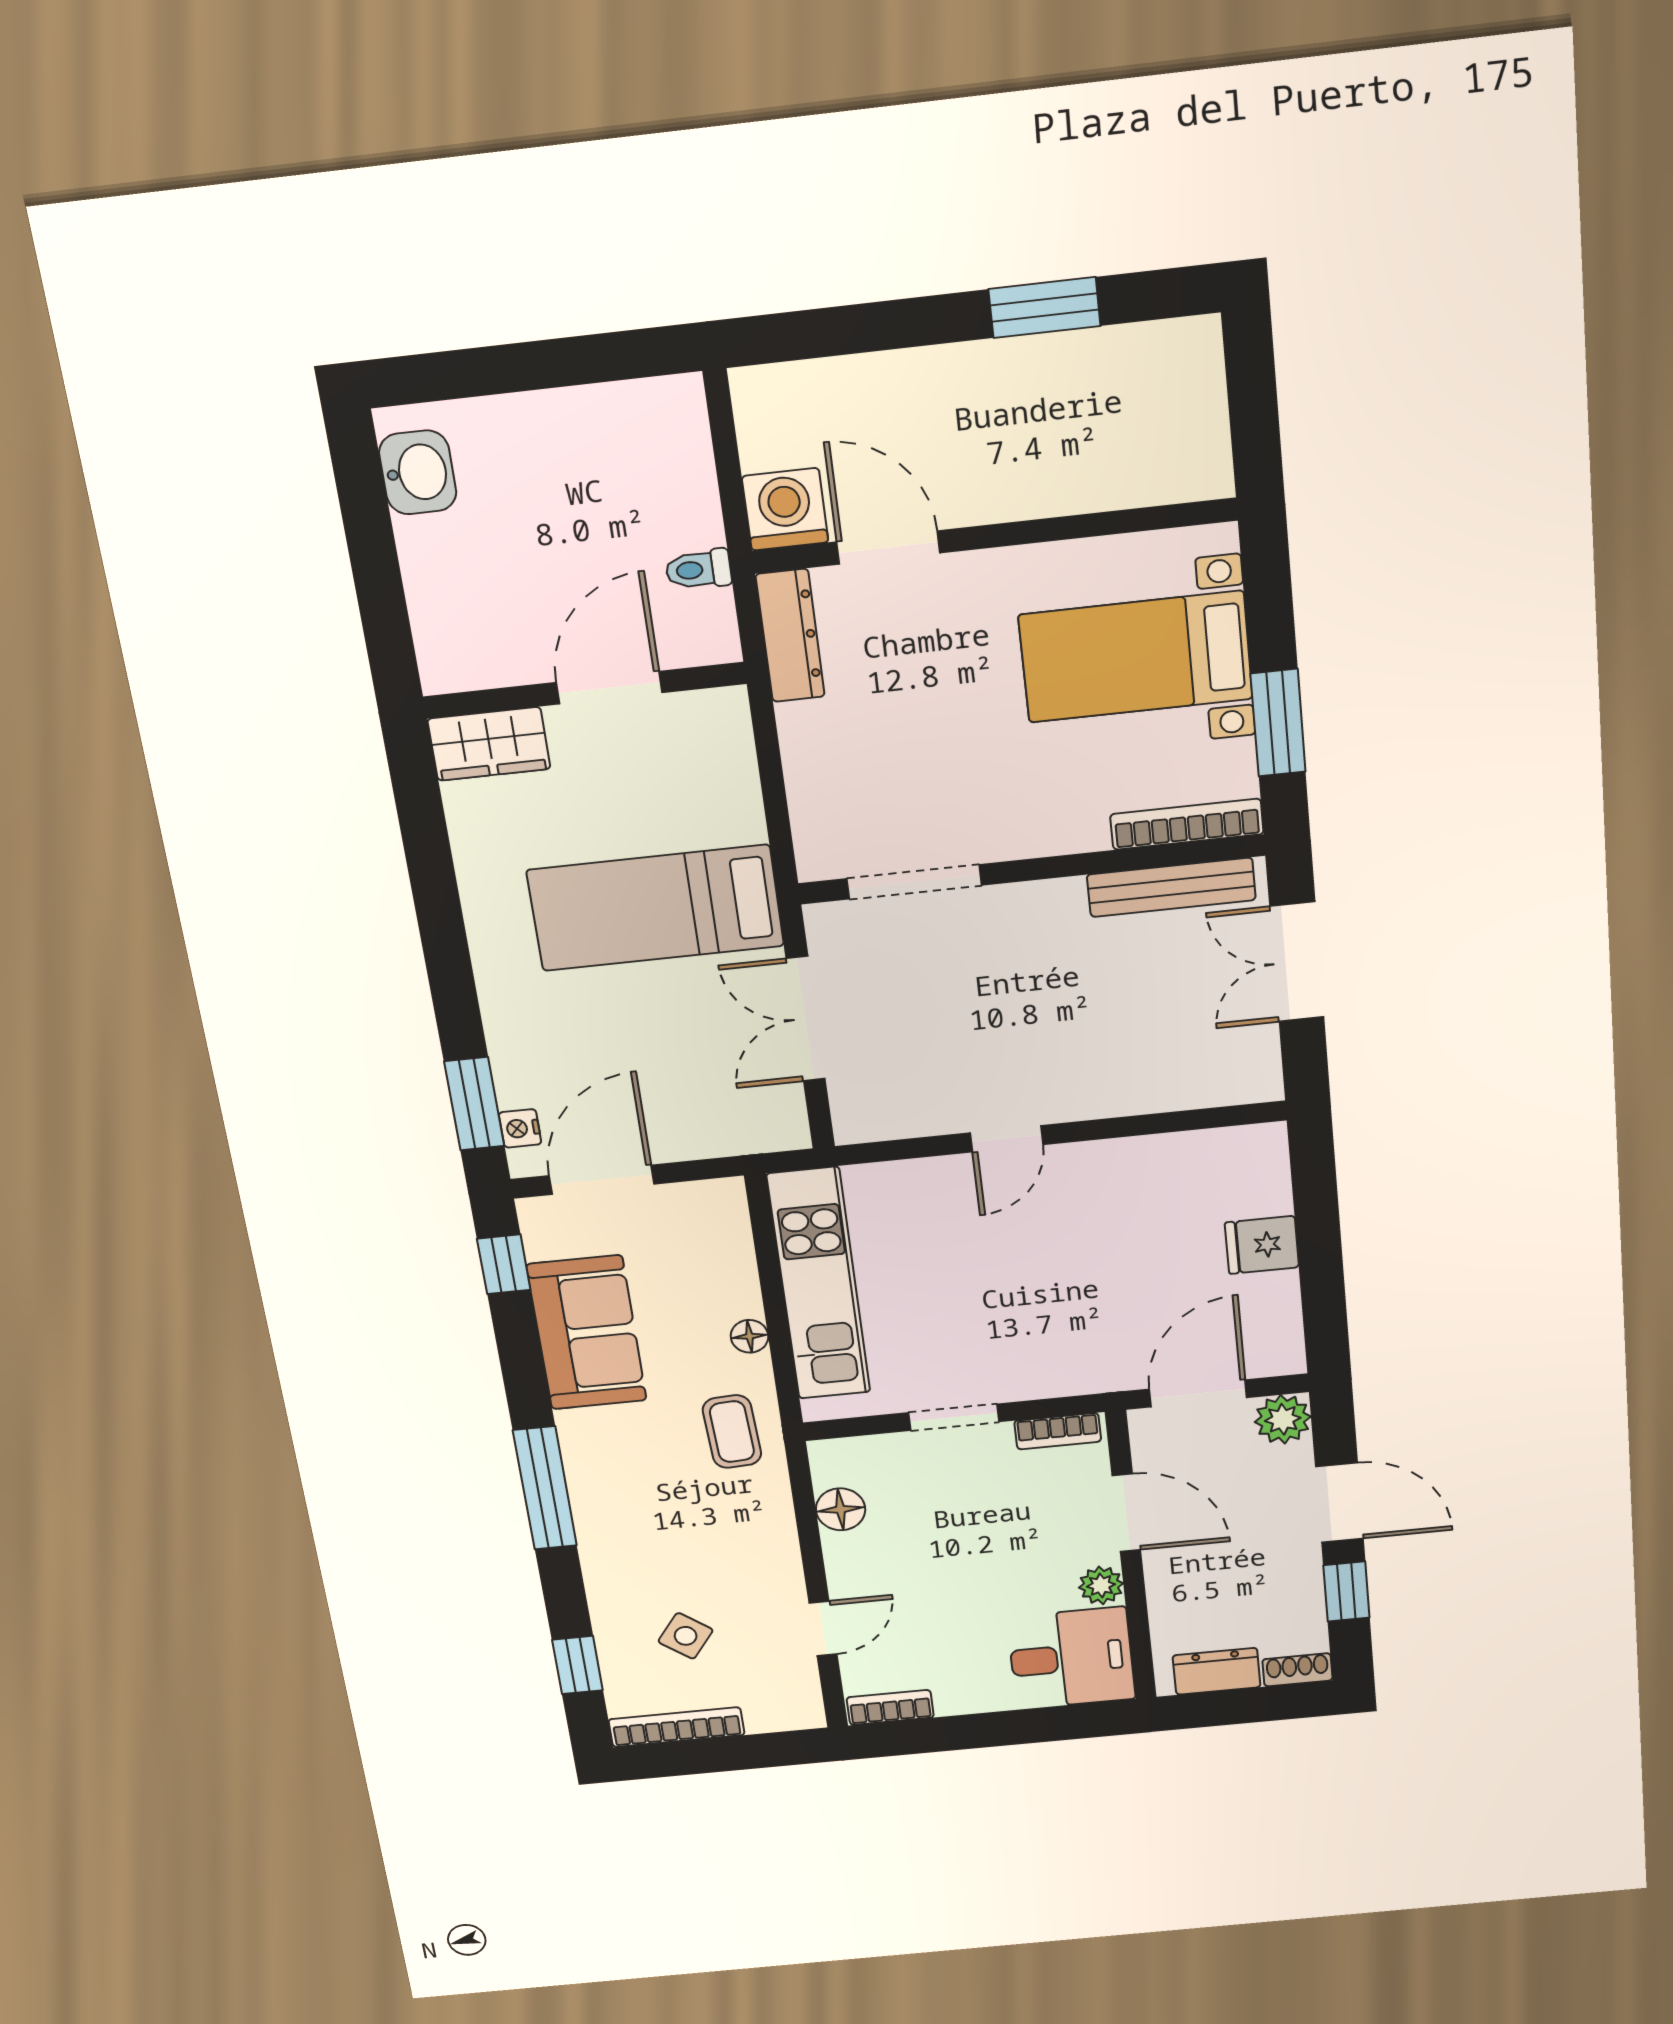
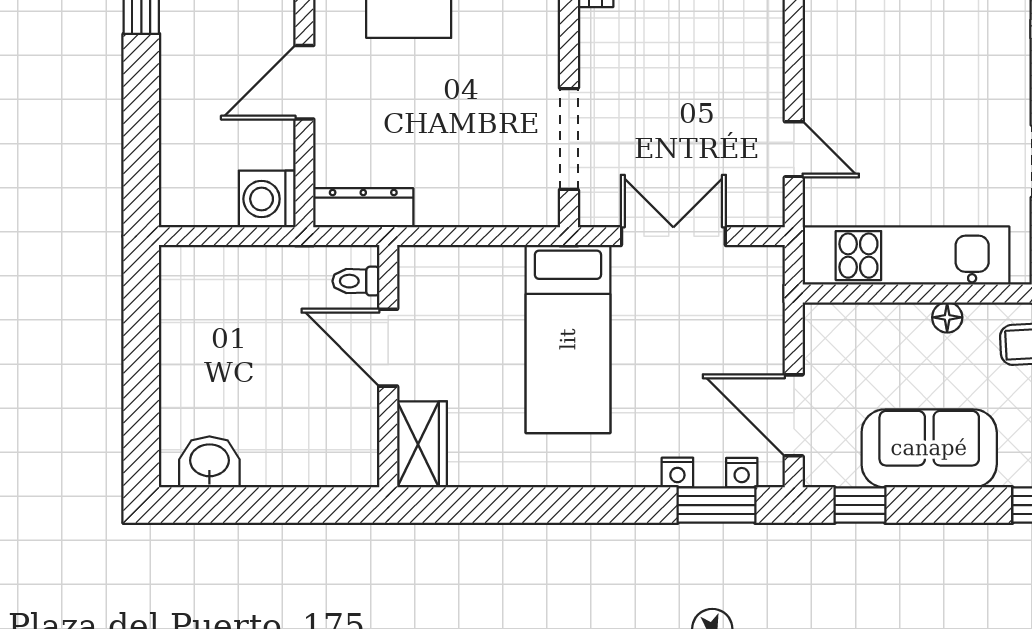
door: (888, 547) -> (304, 82), moved
toilet: (698, 569) -> (356, 281), moved, turned 90
double door: (806, 1019) -> (673, 236), swing flipped
nightstand: (507, 1055) -> (677, 473), added
door: (1007, 1139) -> (794, 149), moved

